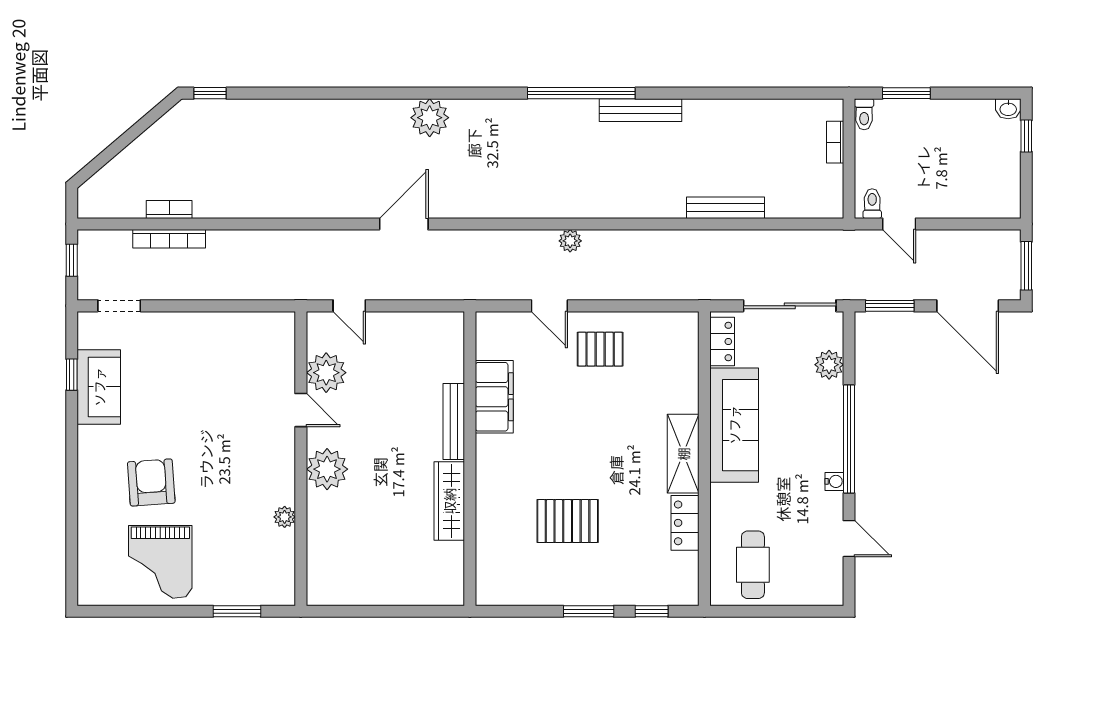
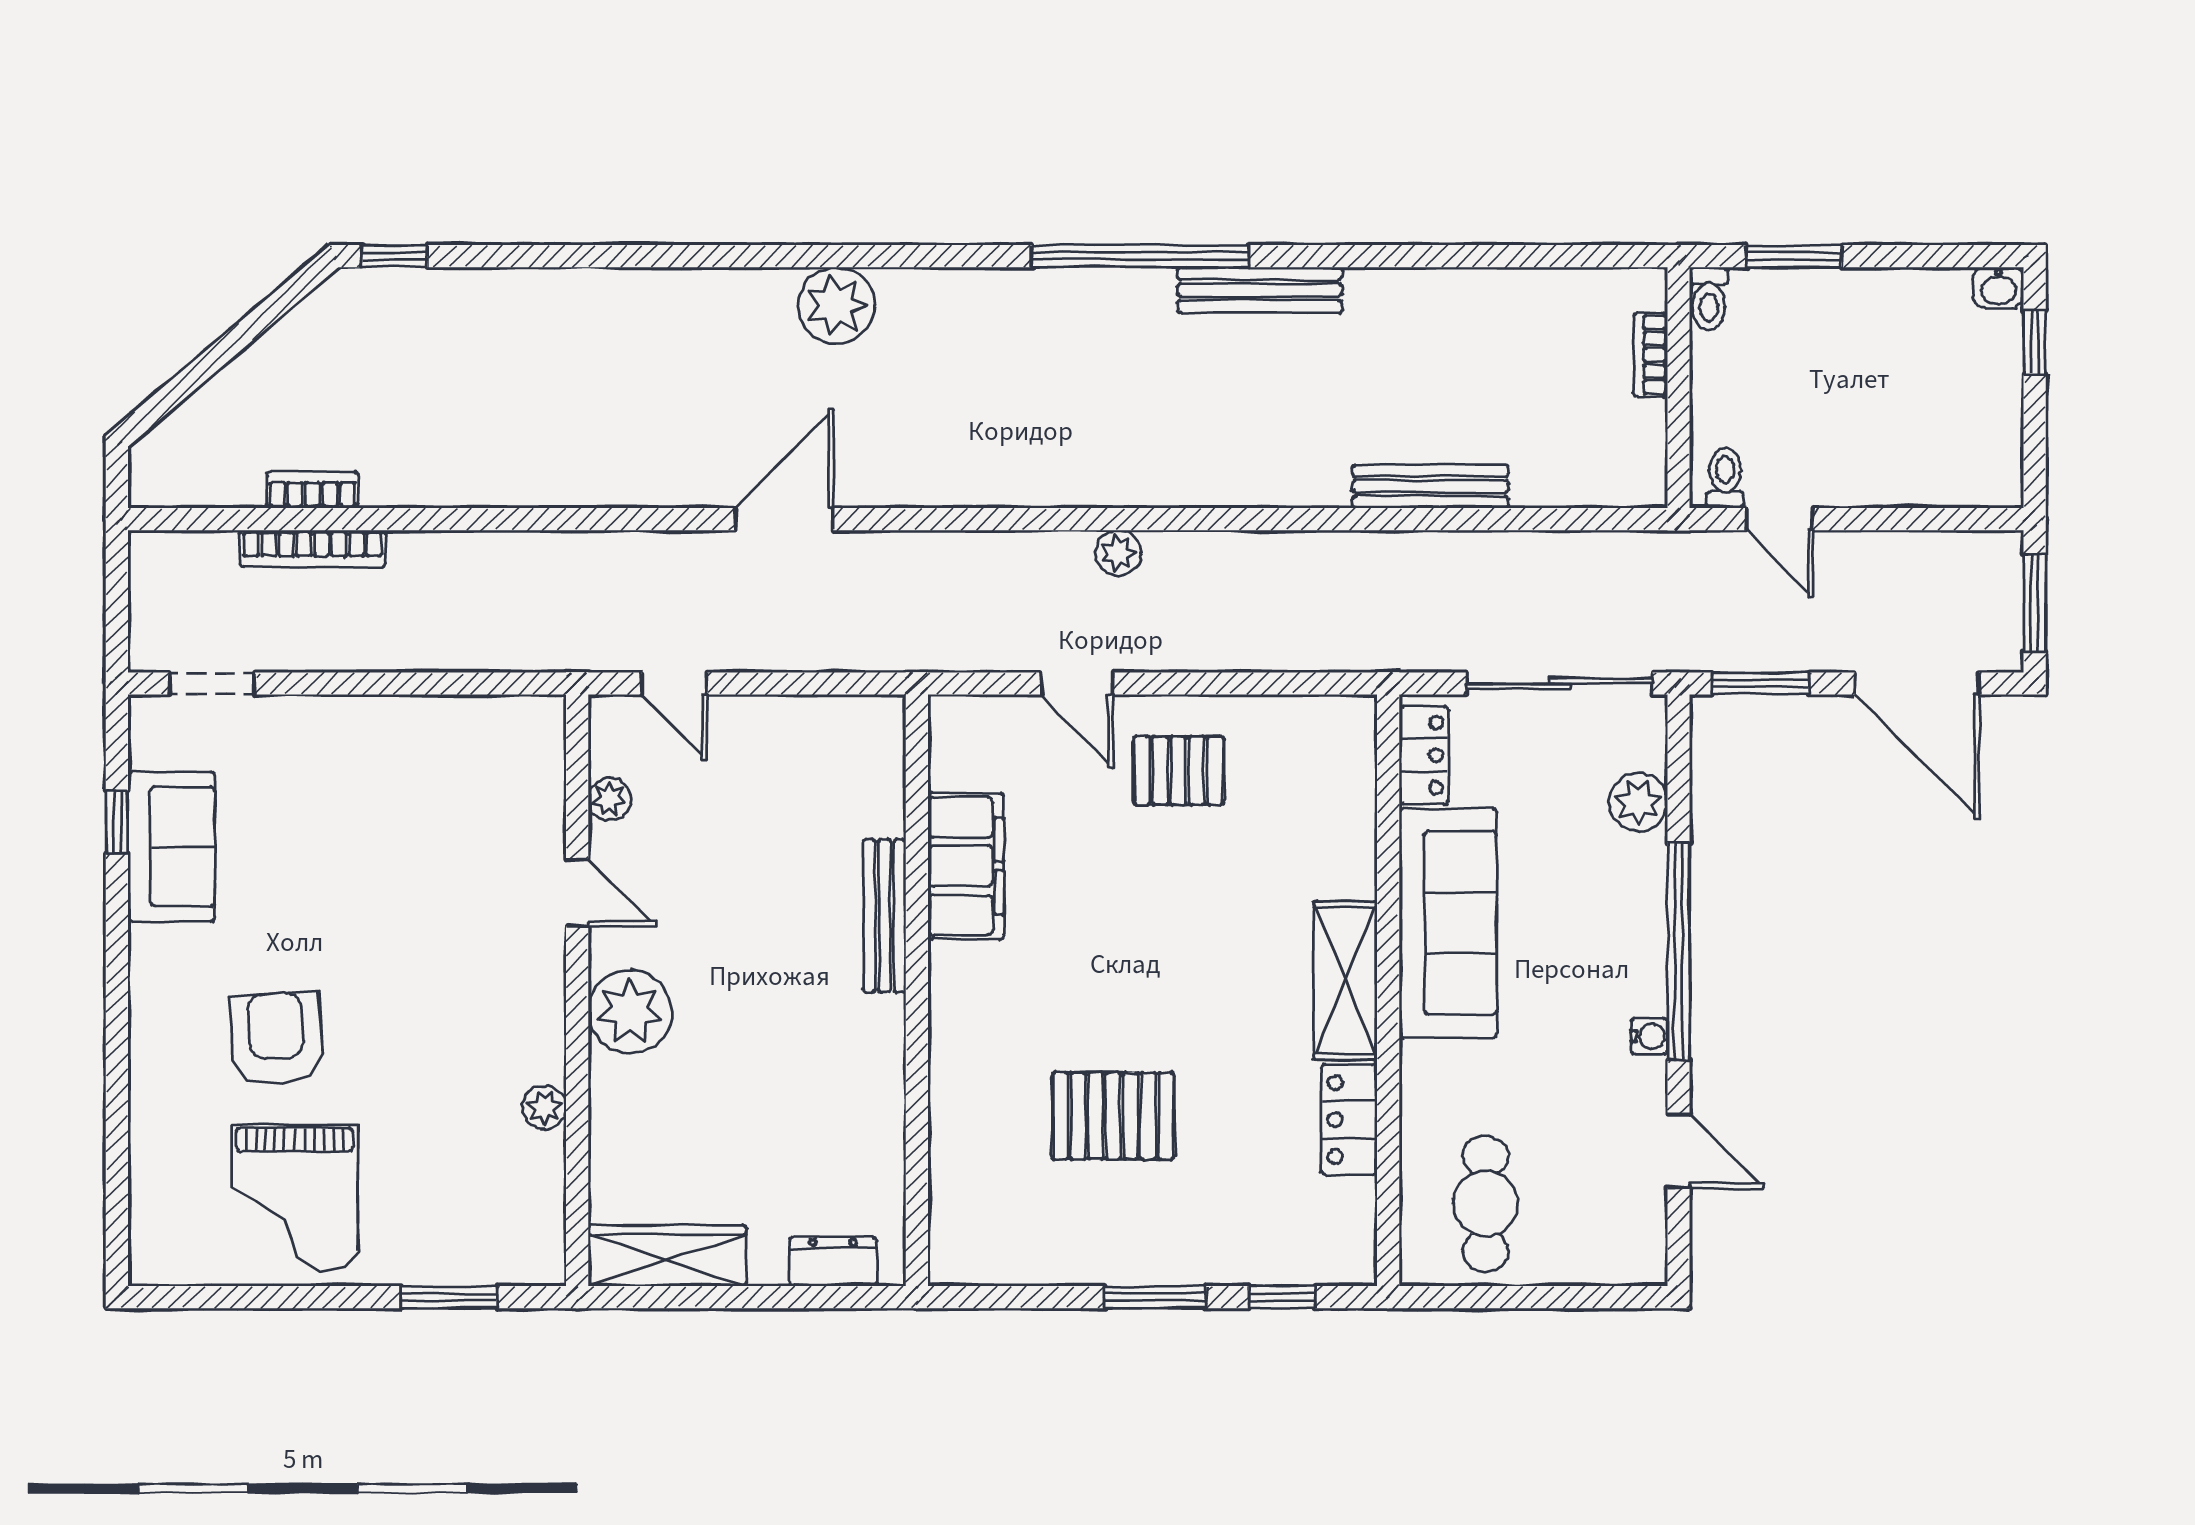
window: (72, 260) -> (117, 592), removed
plant: (326, 373) -> (610, 799), width x0.53, depth x0.53
wardrobe: (449, 501) -> (667, 1256), moved, turned 90
dresser: (428, 594) -> (833, 1262), added

